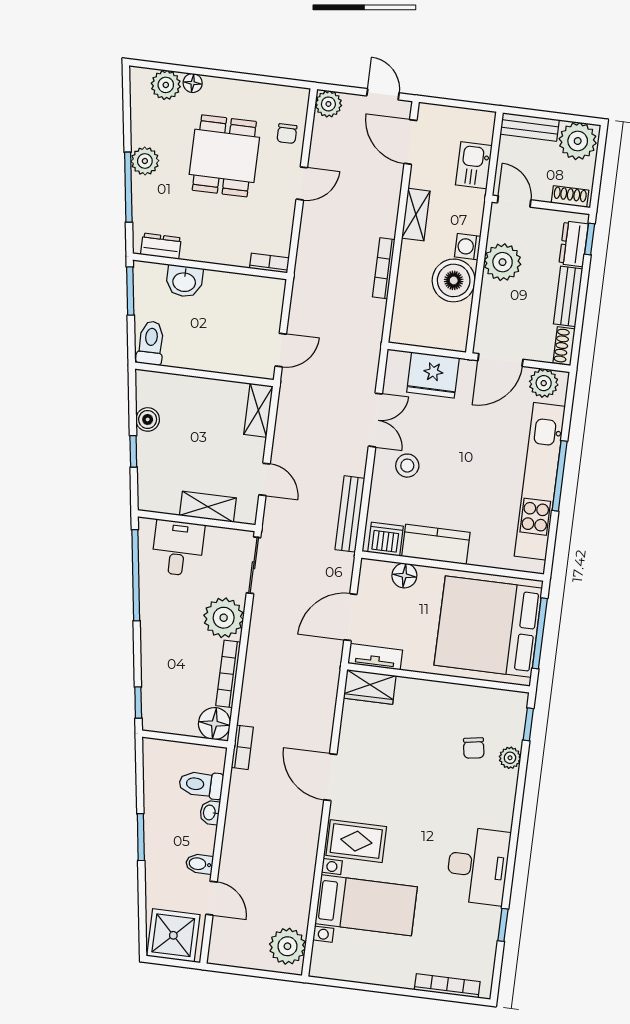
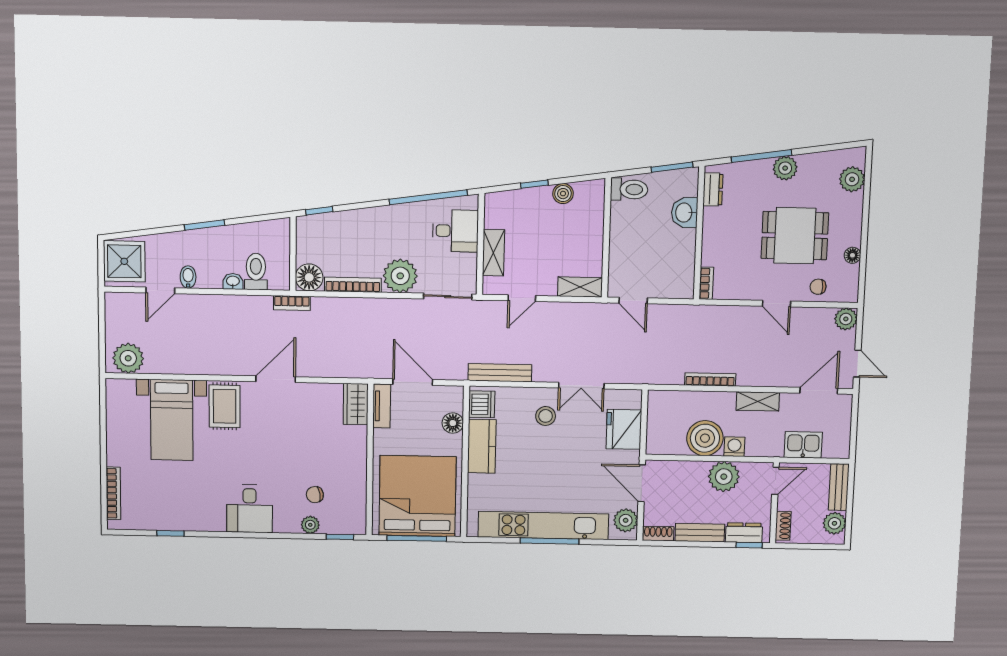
floor lamp: (193, 83) -> (852, 255), moved
door: (383, 94) -> (857, 364), hinge flipped
plant: (578, 141) -> (834, 523), width x0.73, depth x0.73
desk: (478, 866) -> (250, 509), moved, width x0.73

